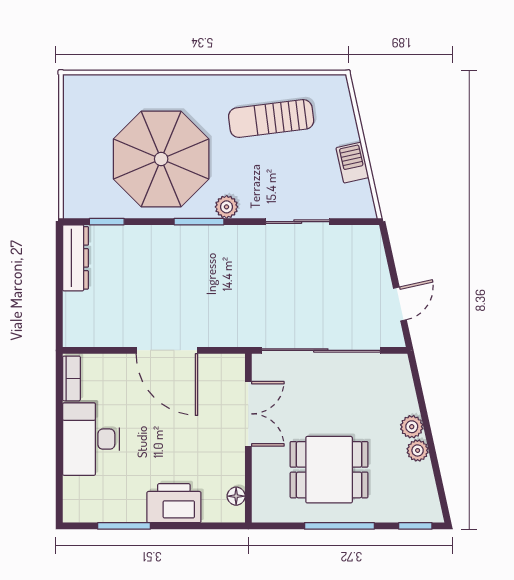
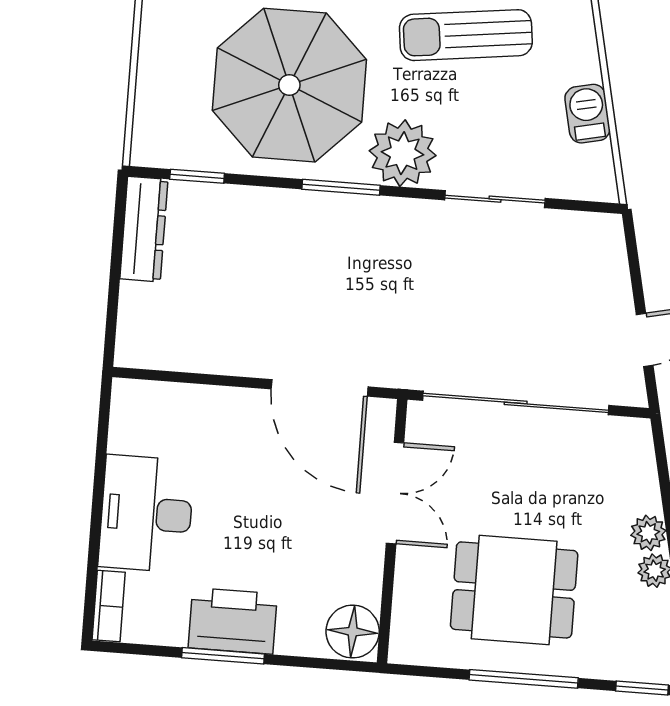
plant: (227, 207) -> (403, 153), width x1.87, depth x1.87
door: (167, 350) -> (320, 388), moved
bookcase: (71, 378) -> (109, 606), moved
floor lamp: (236, 496) -> (353, 632), width x1.89, depth x1.89
printer: (174, 503) -> (233, 621), moved
window: (124, 526) -> (223, 656), moved

